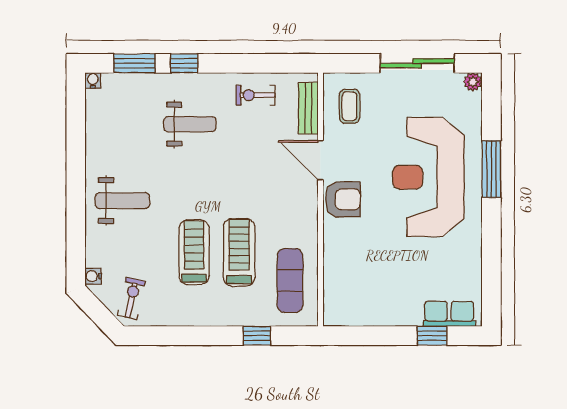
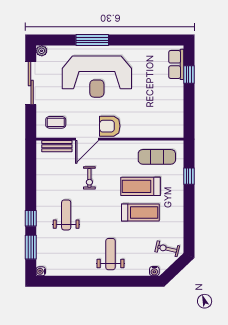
exercise bike: (256, 95) -> (89, 178), moved
armchair: (343, 199) -> (110, 126), turned -90
treadmill: (194, 252) -> (140, 212), turned 180

